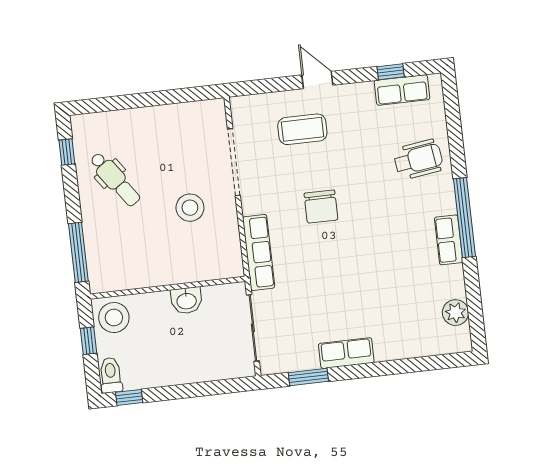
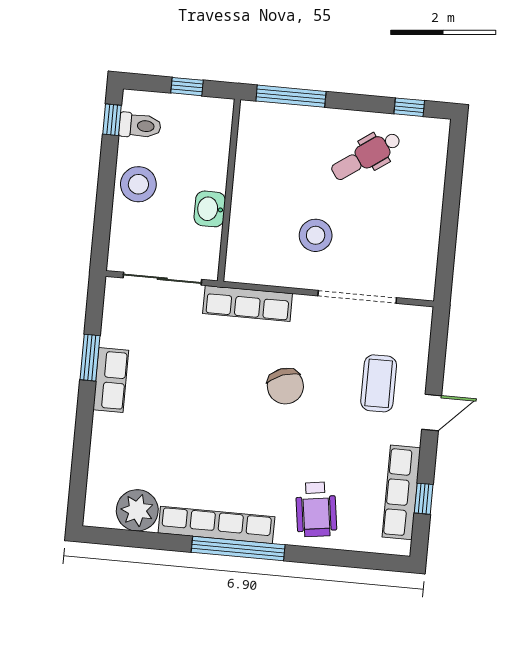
row of seats: (402, 90) -> (401, 492), width x1.48
chair: (321, 207) -> (285, 386), turned -110
row of seats: (449, 240) -> (216, 525), width x2.02
plant: (455, 313) -> (137, 510), width x1.36, depth x1.36
stool: (114, 318) -> (138, 184), moved
toilet: (111, 375) -> (140, 126), moved
window: (308, 377) -> (90, 358), moved

